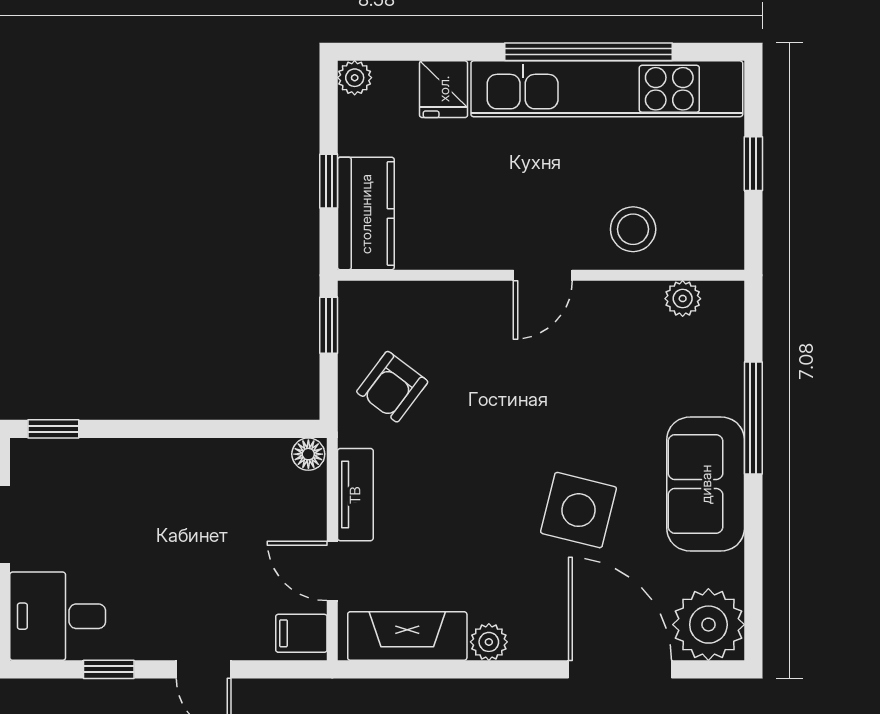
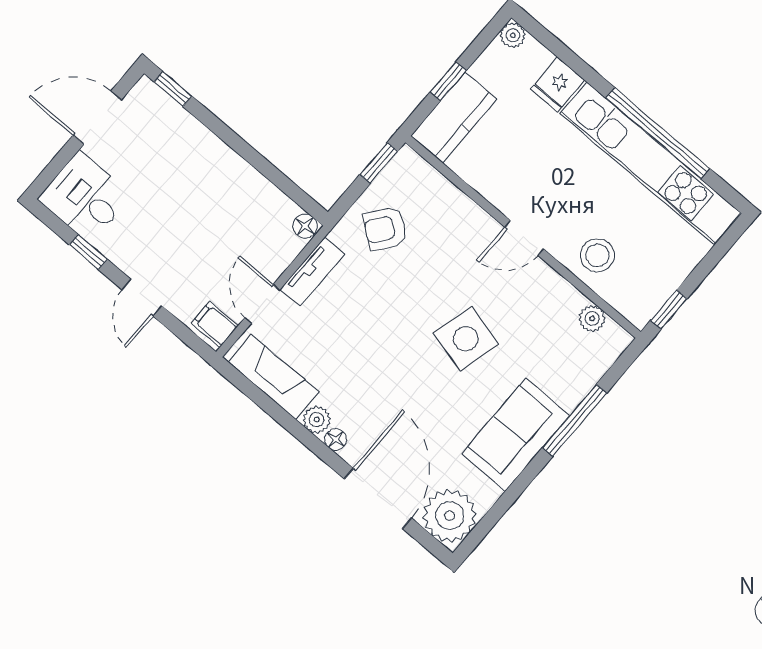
window: (753, 164) -> (669, 310), moved
side table: (579, 510) -> (466, 339), moved
floor lamp: (526, 646) -> (336, 439), added

